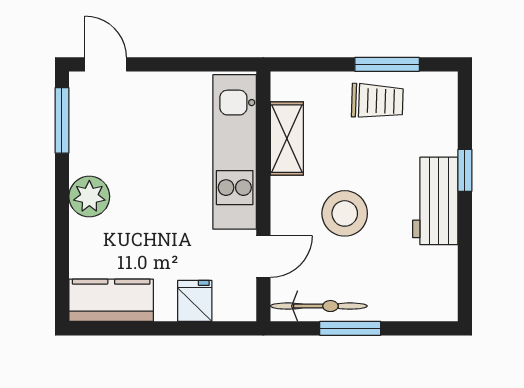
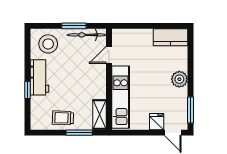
window: (387, 64) -> (79, 133), moved
shelving: (287, 139) -> (99, 115), moved
stool: (345, 213) -> (48, 44), moved
fridge: (195, 301) -> (157, 122), moved, turned 180

